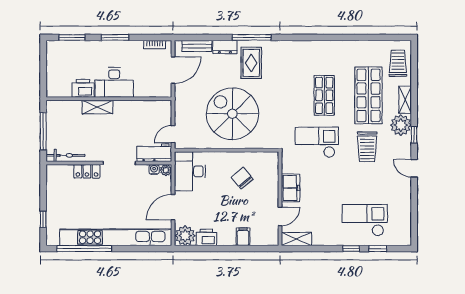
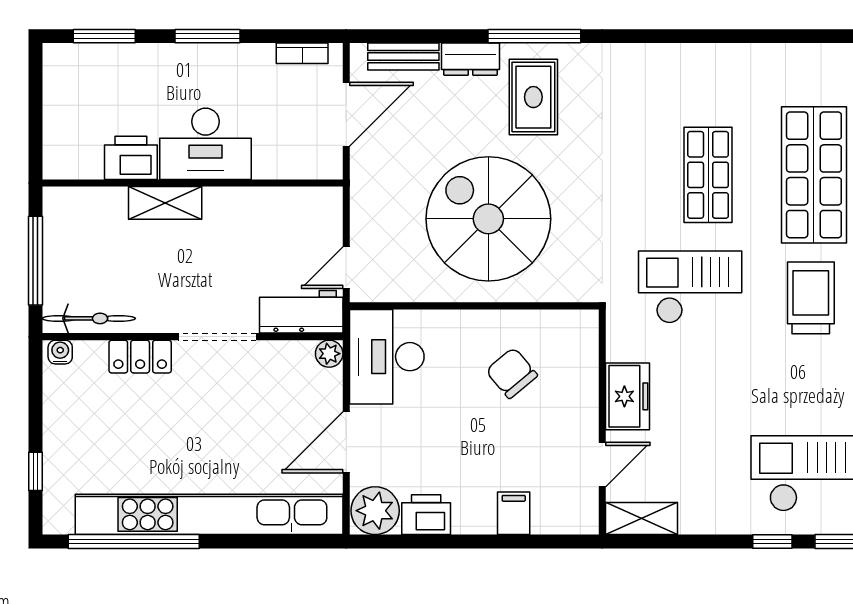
trolley: (367, 147) -> (811, 298), turned 180
water cooler: (154, 169) -> (60, 352), moved

